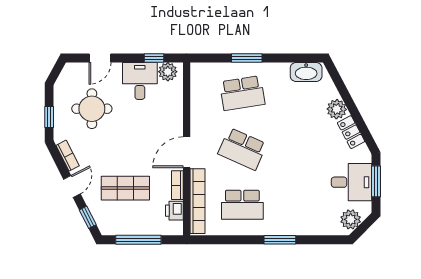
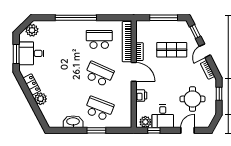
washbasin: (306, 72) -> (73, 122), moved
school desk: (242, 93) -> (99, 109), turned 30
door: (187, 152) -> (134, 72), hinge flipped
printer: (174, 211) -> (141, 96), moved
window: (280, 240) -> (76, 18), width x2.11

